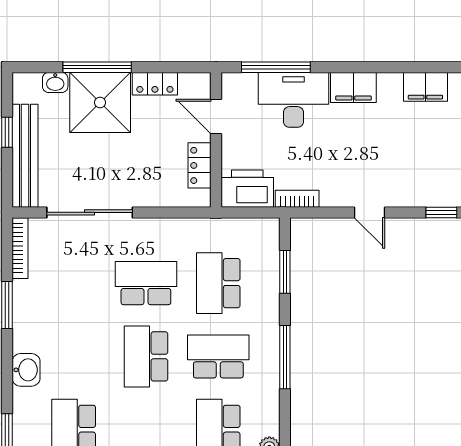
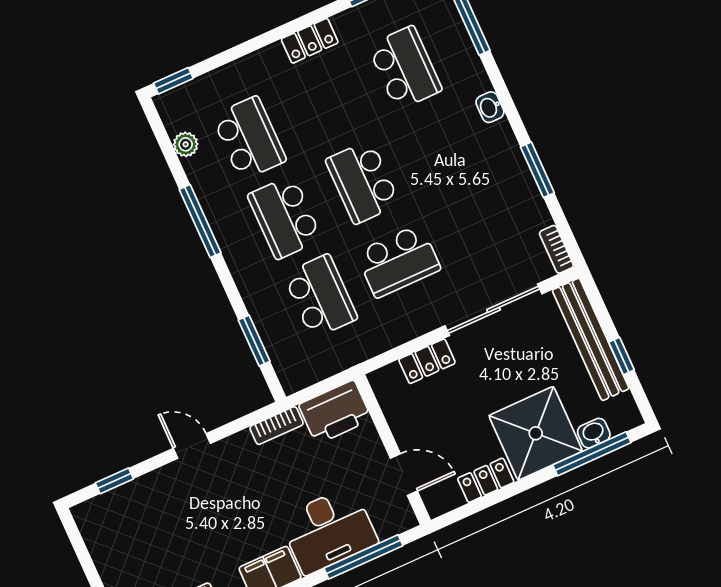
window: (97, 67) -> (592, 454), moved
locker: (199, 165) -> (427, 361), moved, turned 90
bookcase: (20, 248) -> (556, 249), width x0.64
school desk: (146, 356) -> (363, 182), turned 180
school desk: (218, 356) -> (285, 217), turned 90
window: (285, 357) -> (200, 221), moved
washbasin: (26, 370) -> (490, 107), width x0.72, depth x0.69

